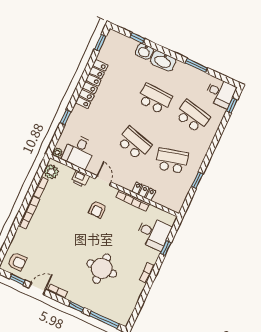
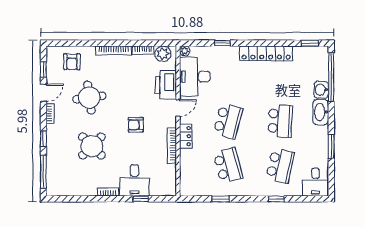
window: (137, 38) -> (331, 77), width x3.17
window: (232, 105) -> (276, 199), moved
desk: (79, 152) -> (195, 77), width x1.37
printer: (80, 179) -> (166, 85), width x1.87, depth x1.48
locker: (144, 191) -> (186, 136), moved
armchair: (97, 209) -> (136, 125), moved
desk: (153, 233) -> (134, 180), moved
round table: (59, 252) -> (89, 98), added
armchair: (17, 262) -> (72, 62), moved
round table: (102, 269) -> (92, 146), turned 45
door: (37, 289) -> (43, 93), hinge flipped

